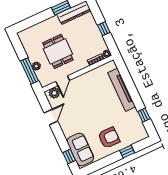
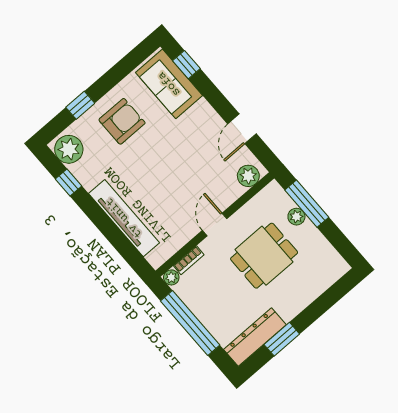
window: (104, 29) -> (190, 323), width x3.17
dining table: (58, 51) -> (264, 256), turned 90
door: (63, 81) -> (215, 225), moved
plant: (139, 131) -> (69, 149), added
armchair: (109, 138) -> (122, 121), turned 180

